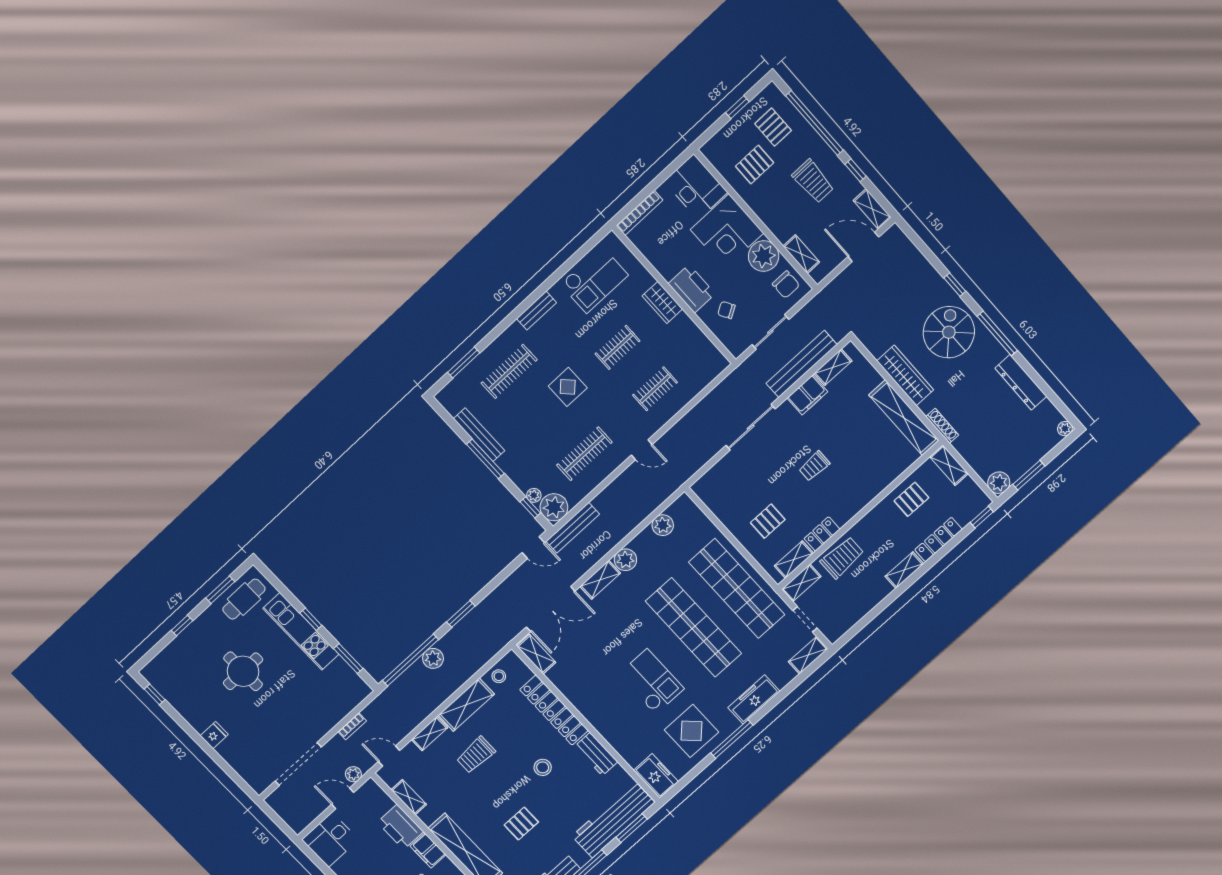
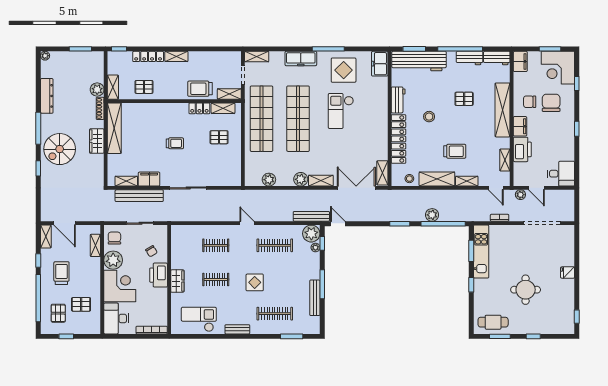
wardrobe: (905, 375) -> (97, 141), width x0.67
plant: (999, 483) -> (97, 89), moved
kitchen unit: (301, 631) -> (481, 252), moved

